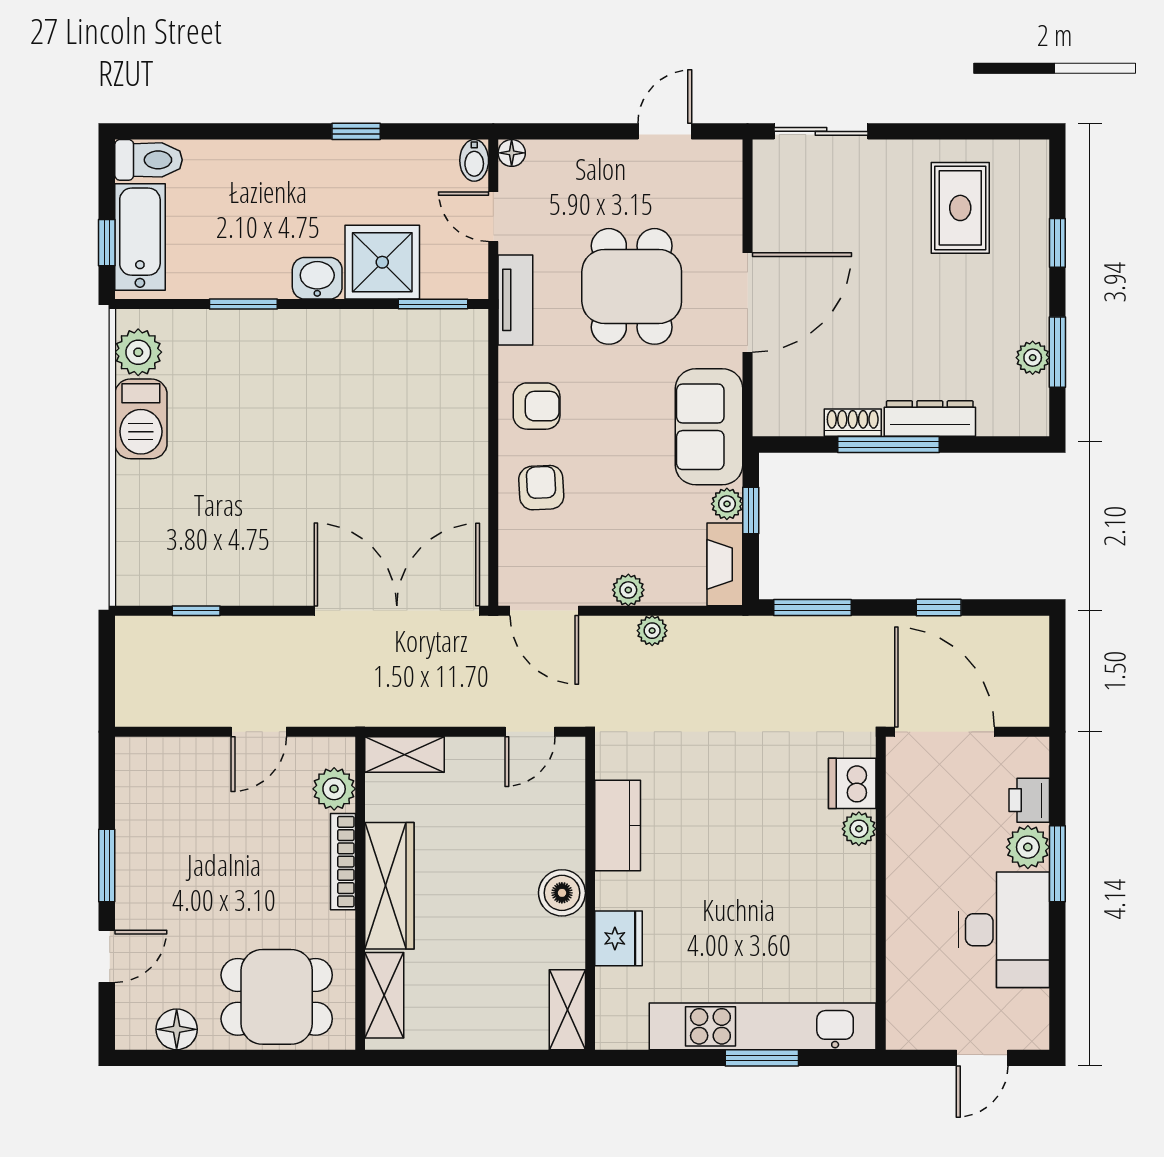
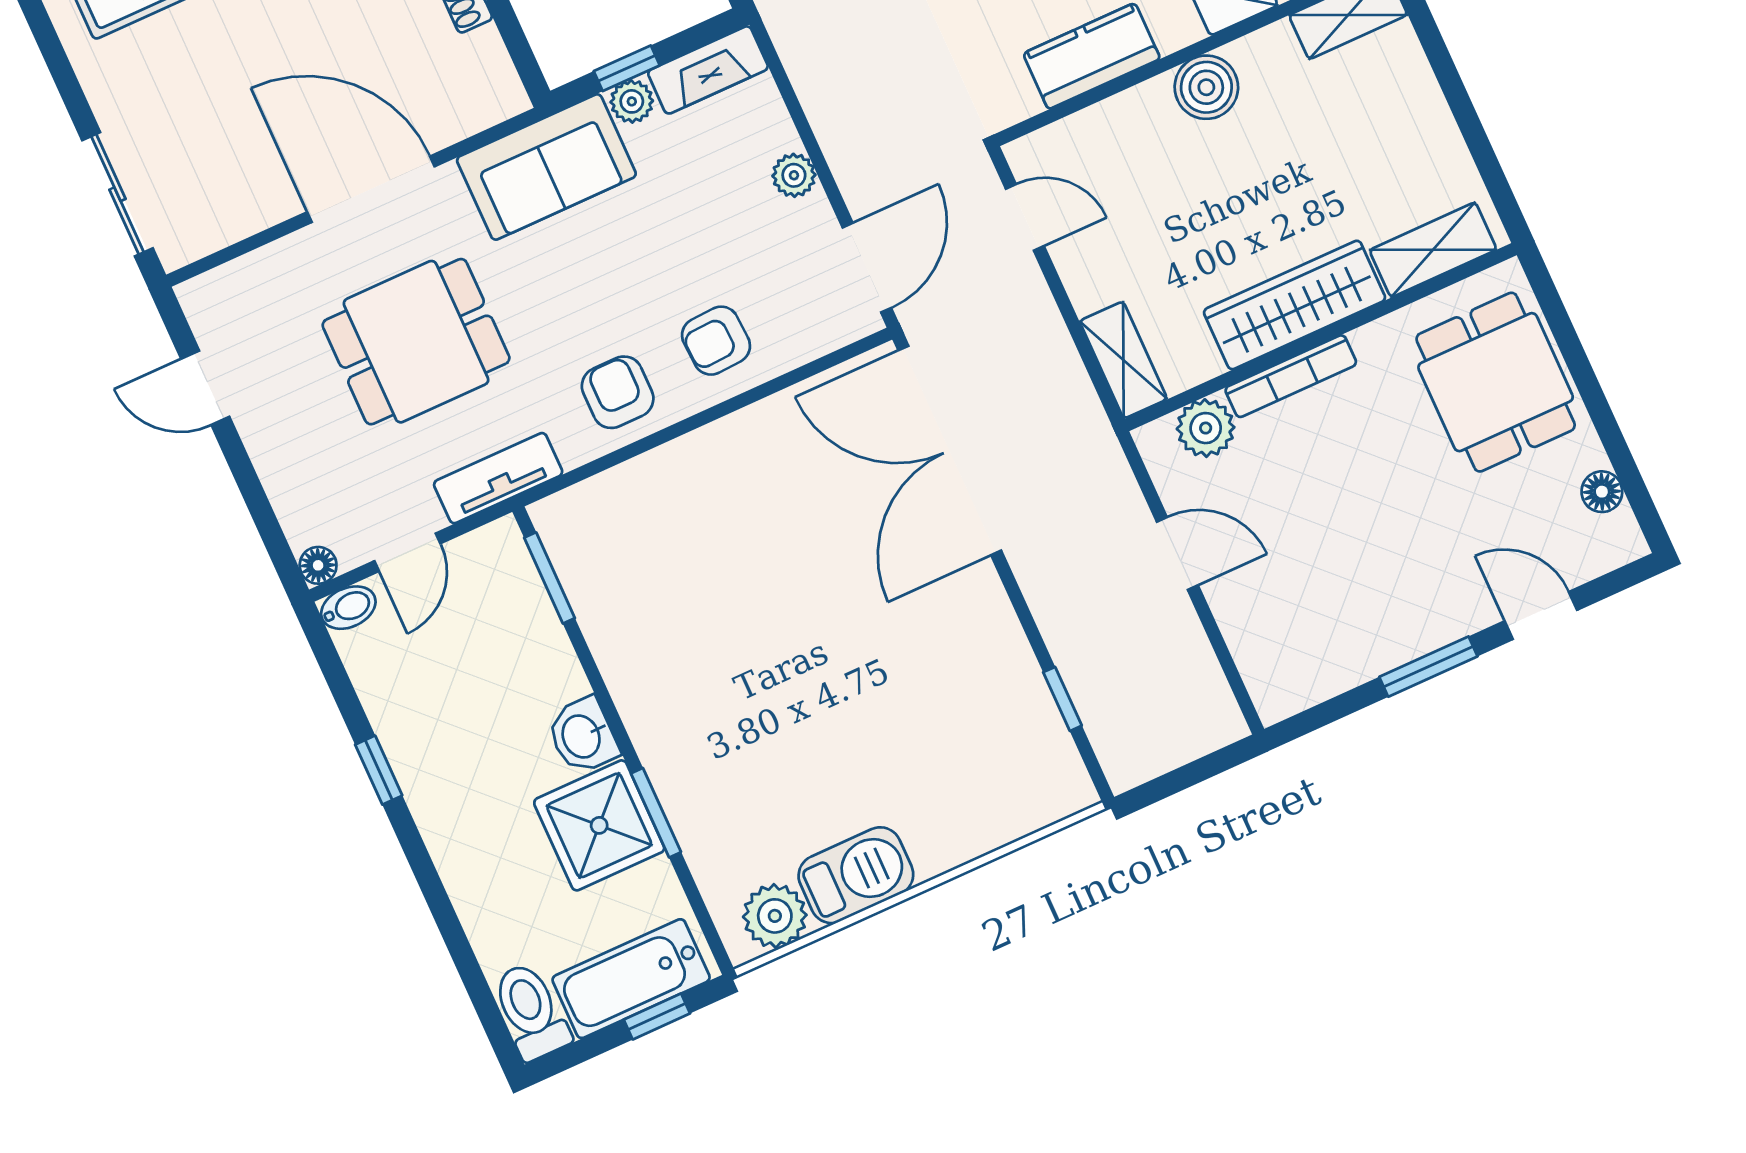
shower: (382, 262) -> (599, 825), moved
plant: (652, 631) -> (831, 123), removed
floor lamp: (177, 1029) -> (1602, 492), width x0.73, depth x0.73

